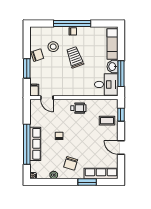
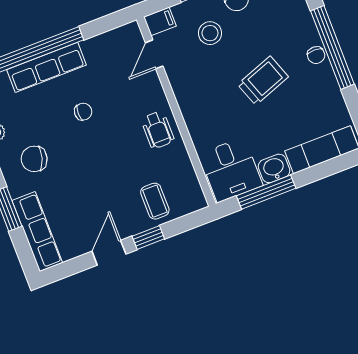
stool: (53, 47) -> (210, 33), moved
window: (121, 115) -> (148, 238), moved

